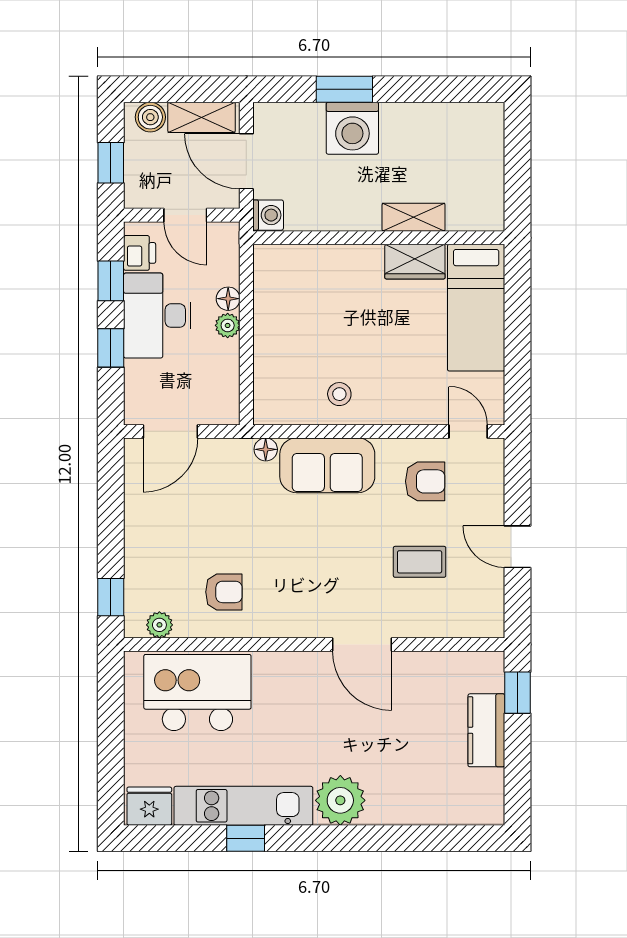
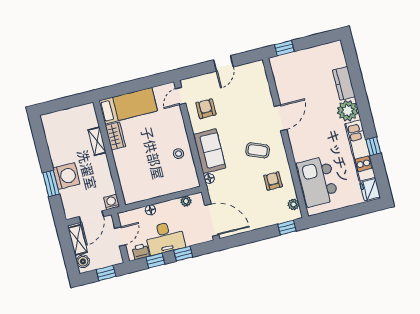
plant: (228, 325) -> (186, 201), moved
door: (170, 431) -> (212, 220), width x1.36
coffee table: (420, 562) -> (258, 150), moved, turned -68
kitchen counter: (486, 730) -> (344, 83), moved, turned 90

